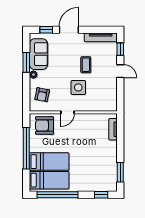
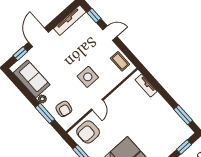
window: (26, 62) -> (45, 113), moved
coffee table: (86, 65) -> (120, 61), moved

